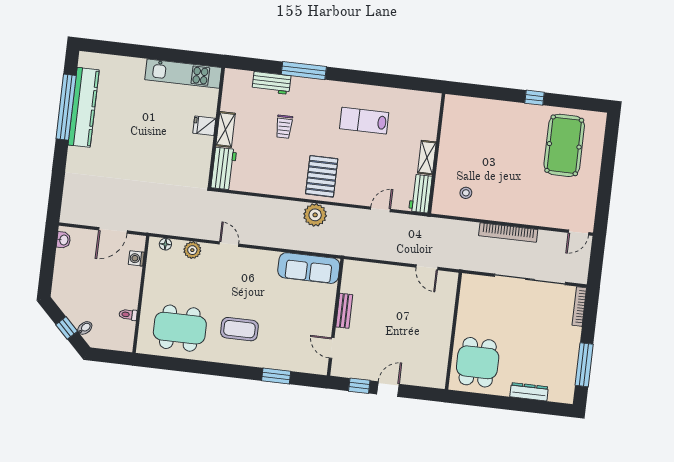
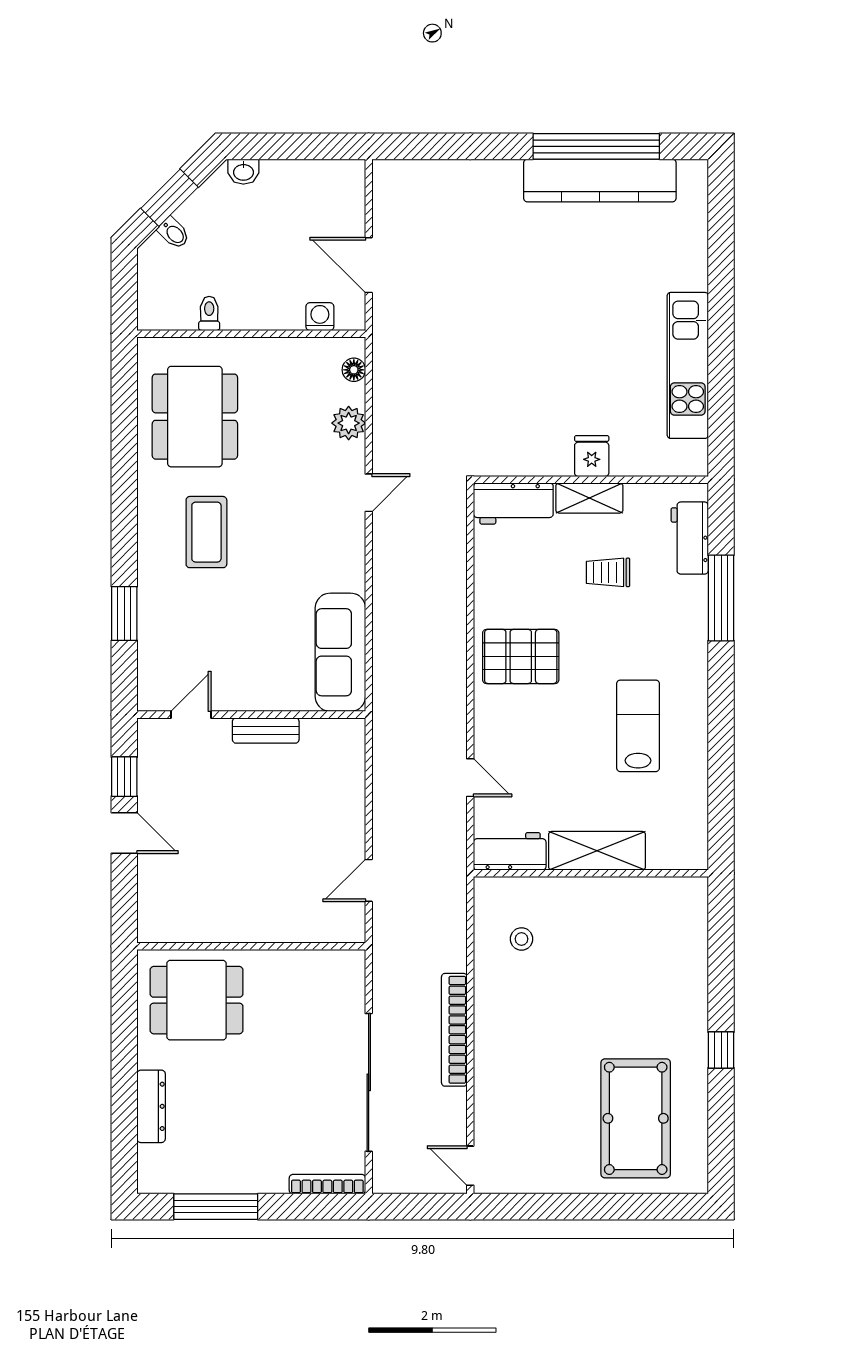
fridge: (204, 126) -> (592, 456), moved
wall: (216, 128) -> (591, 480), moved
shelving: (226, 129) -> (589, 498), moved
pool table: (564, 145) -> (636, 1118), turned 90
shelving: (427, 158) -> (597, 851), width x1.50, depth x1.33
workbench: (224, 169) -> (513, 503), moved
plant: (315, 215) -> (445, 652), removed
washbasin: (63, 240) -> (243, 172), moved
window: (67, 328) -> (169, 198), width x1.50

